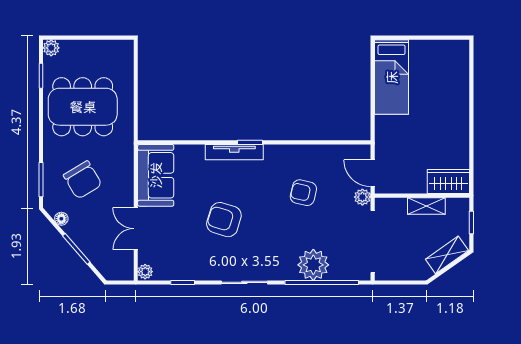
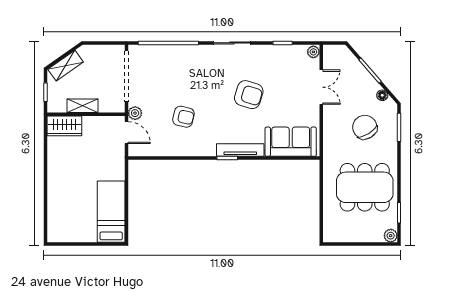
sofa: (156, 175) -> (291, 142), moved, turned 90
plant: (313, 265) -> (175, 57), removed

